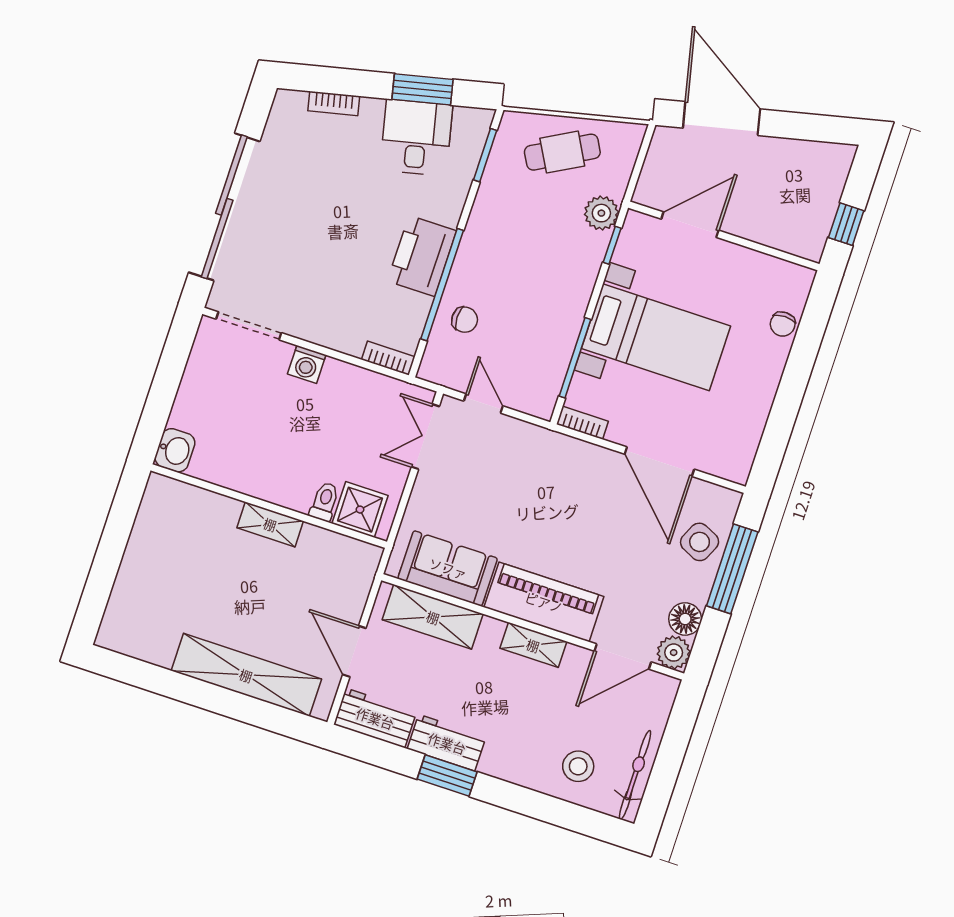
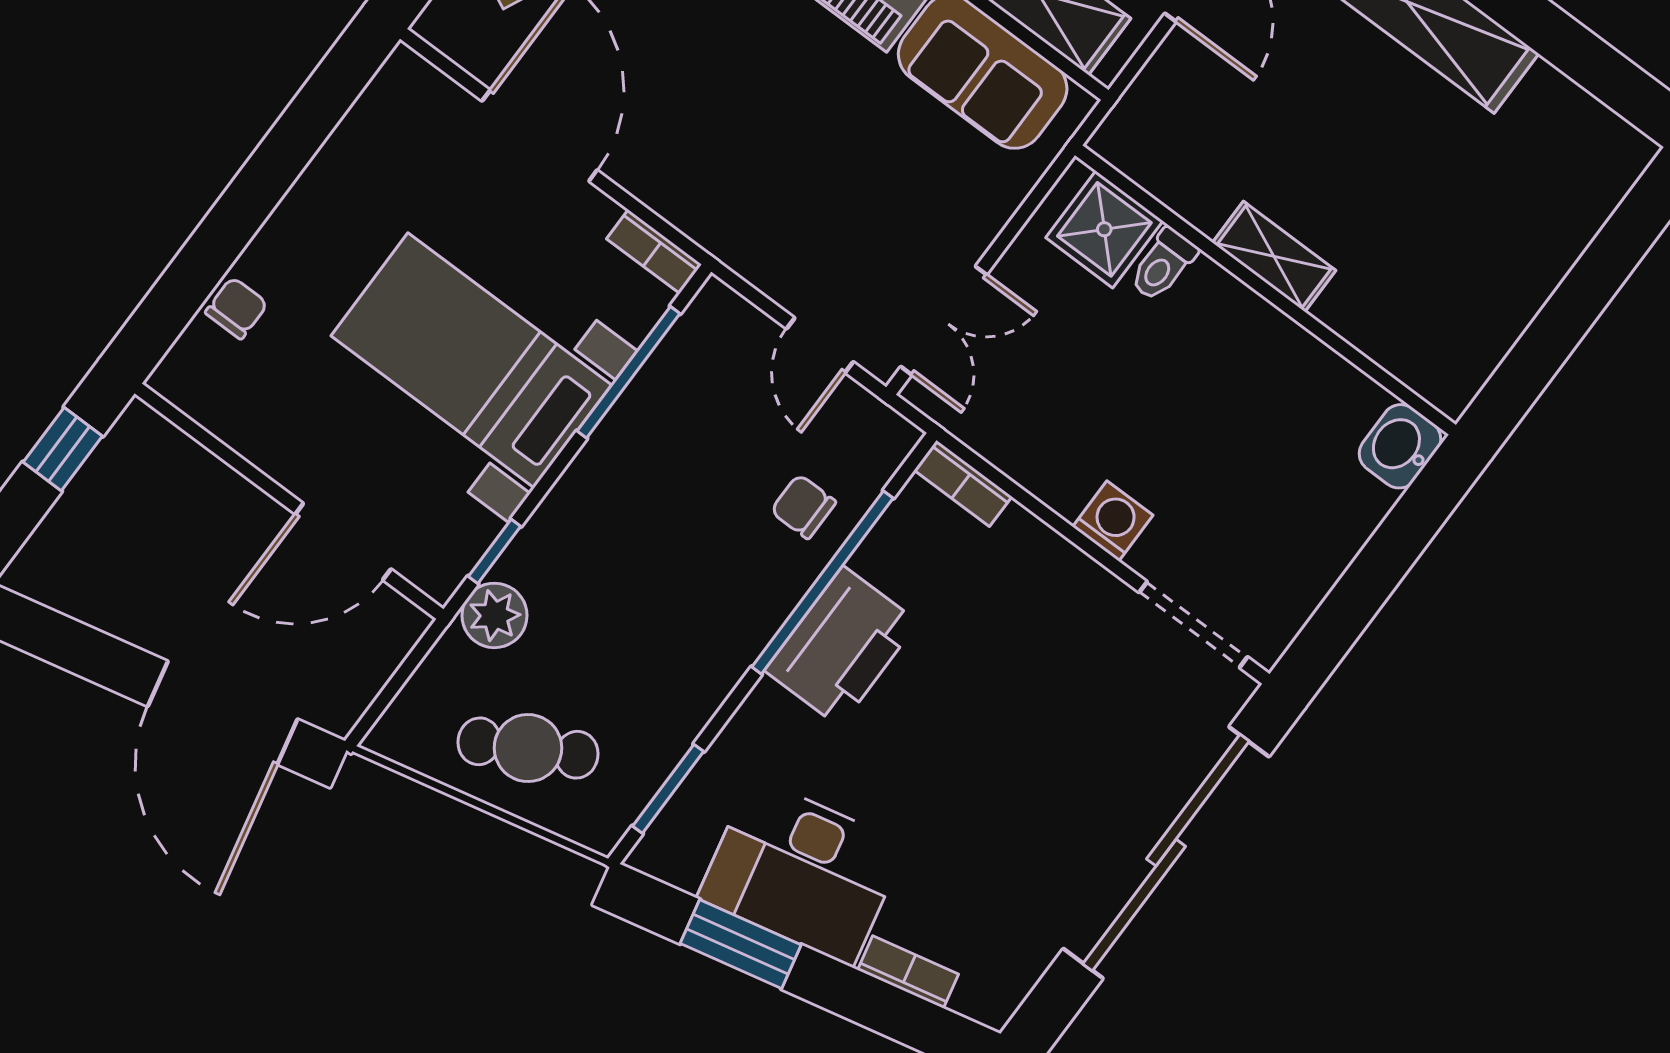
desk: (416, 137) -> (802, 871), width x1.37

